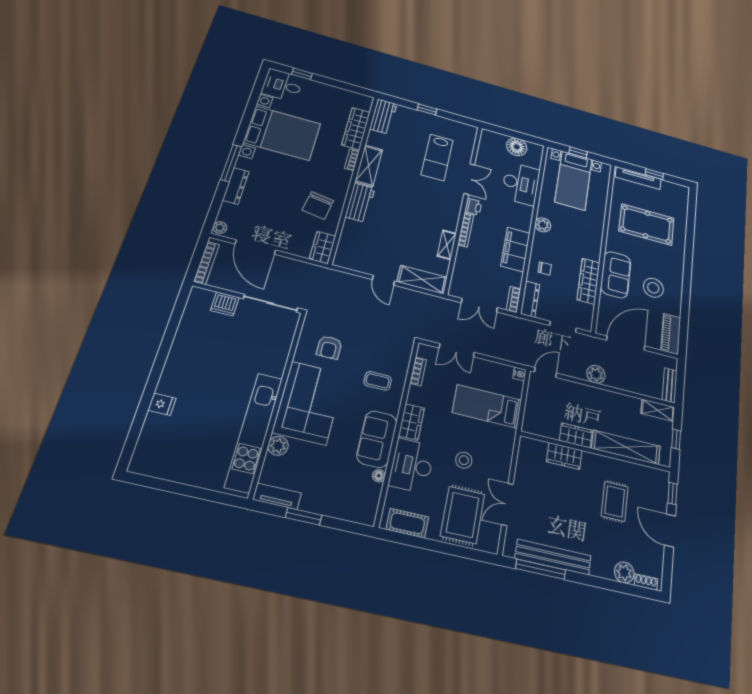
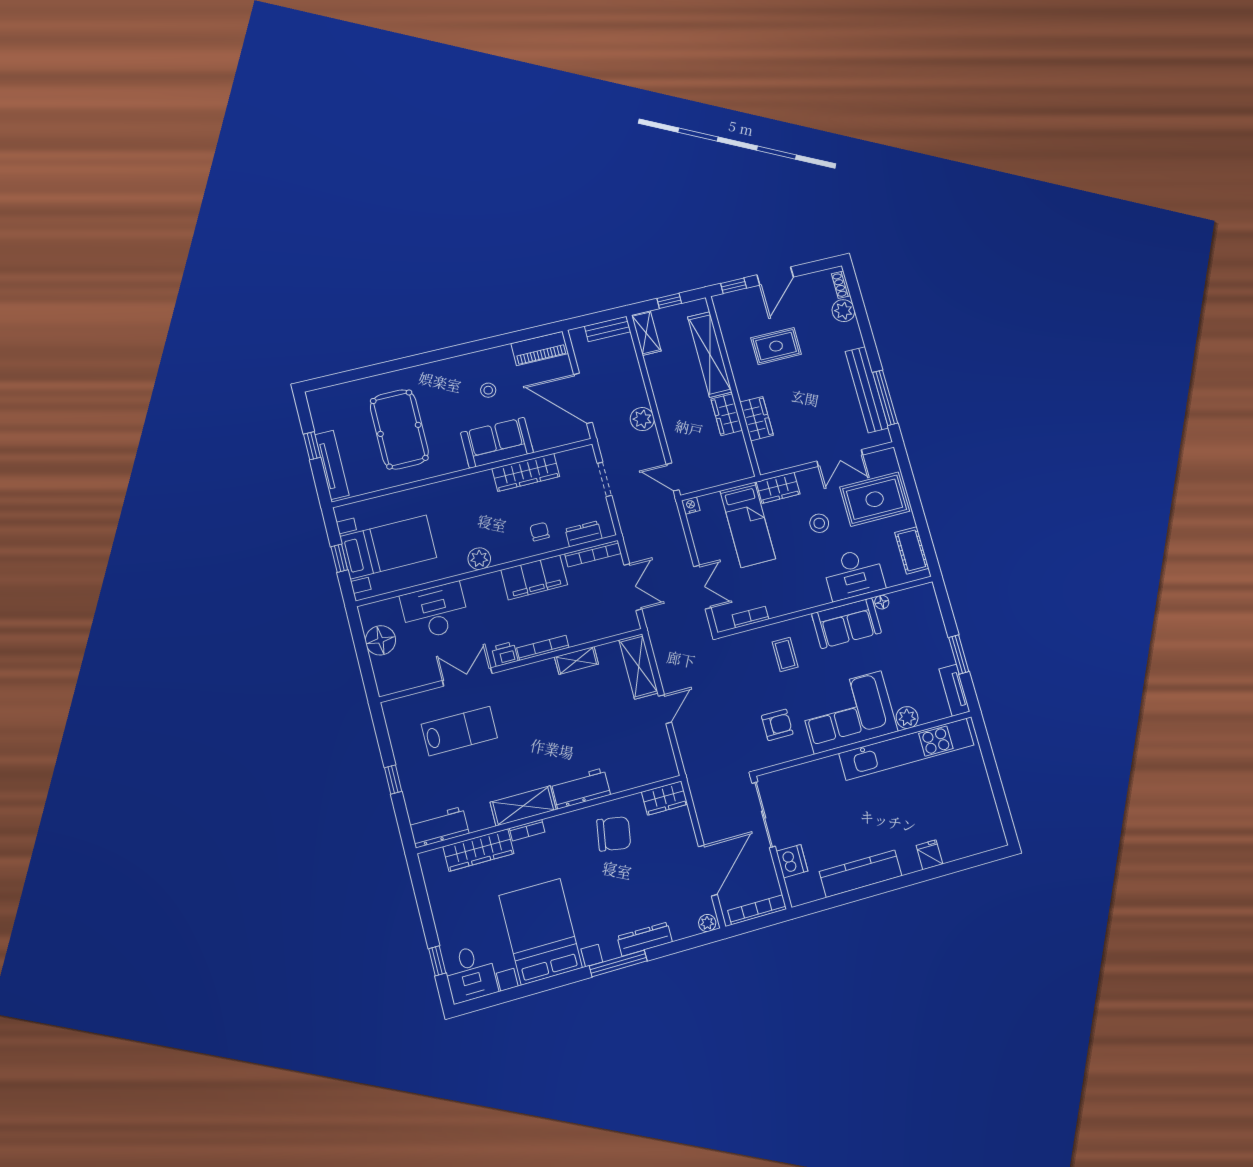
stool: (653, 288) -> (488, 390), width x0.53, depth x0.53
bookcase: (513, 299) -> (593, 554), width x1.56
dresser: (530, 299) -> (584, 534), width x0.70
kitchen counter: (183, 346) -> (861, 874), added
wardrobe: (411, 422) -> (778, 488), moved, turned 180

